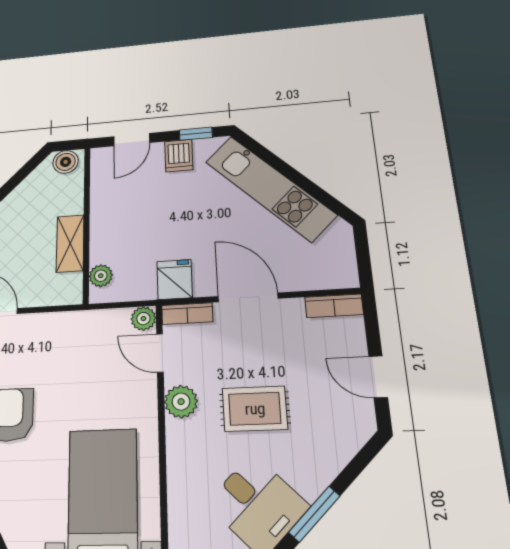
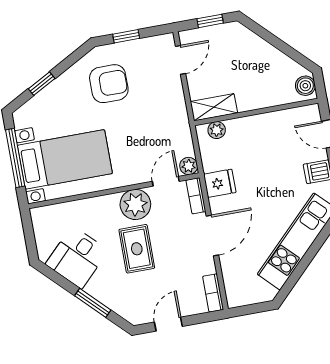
shelving: (70, 243) -> (214, 107), moved
plant: (181, 402) -> (135, 204), width x1.36, depth x1.36
window: (314, 514) -> (93, 303), moved

